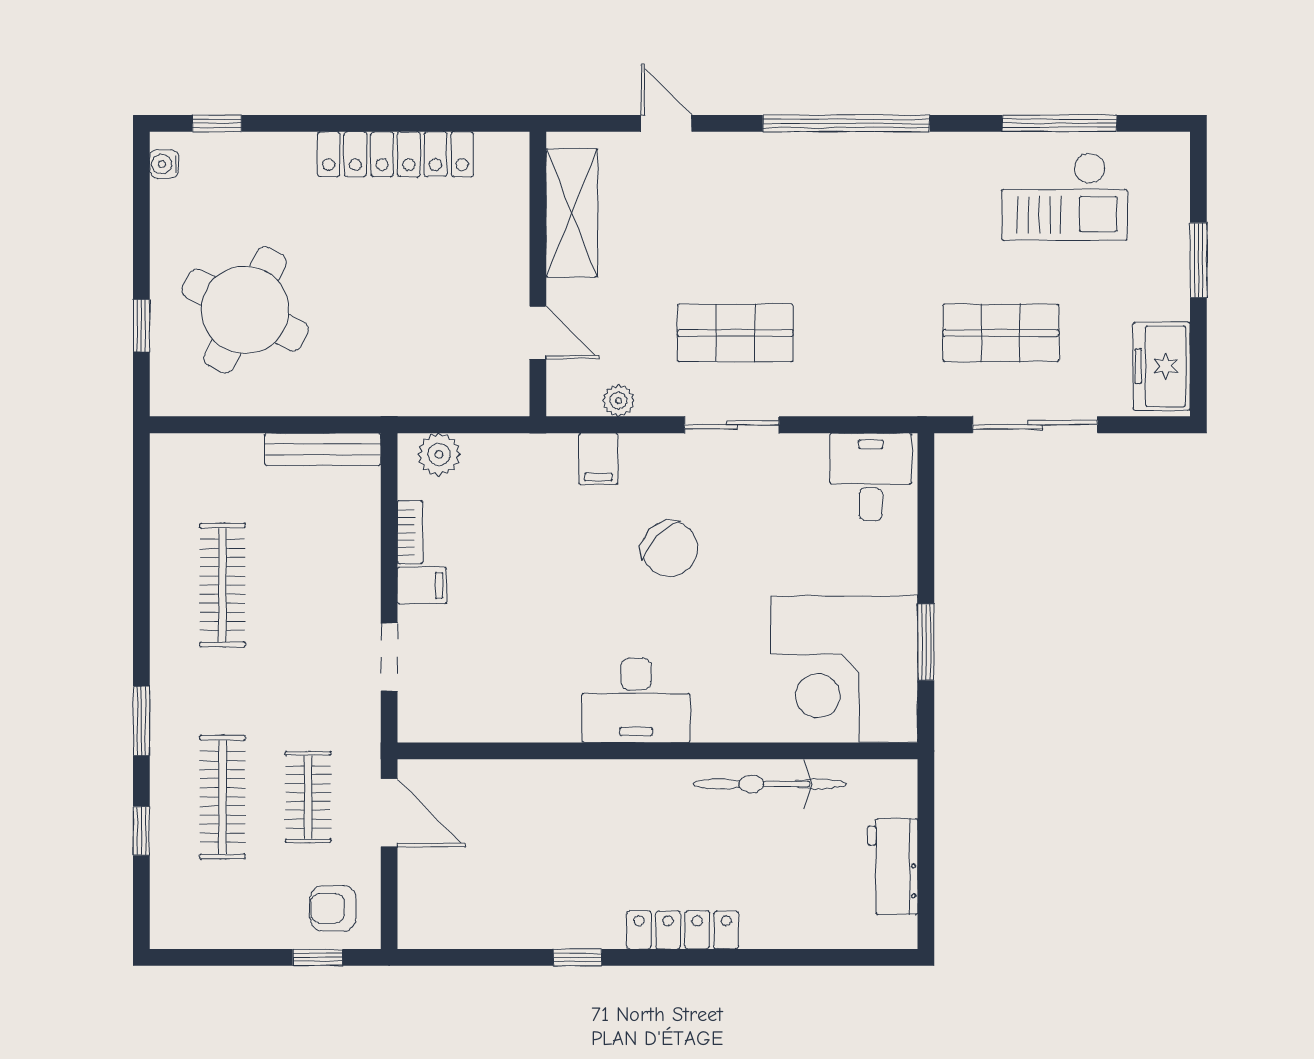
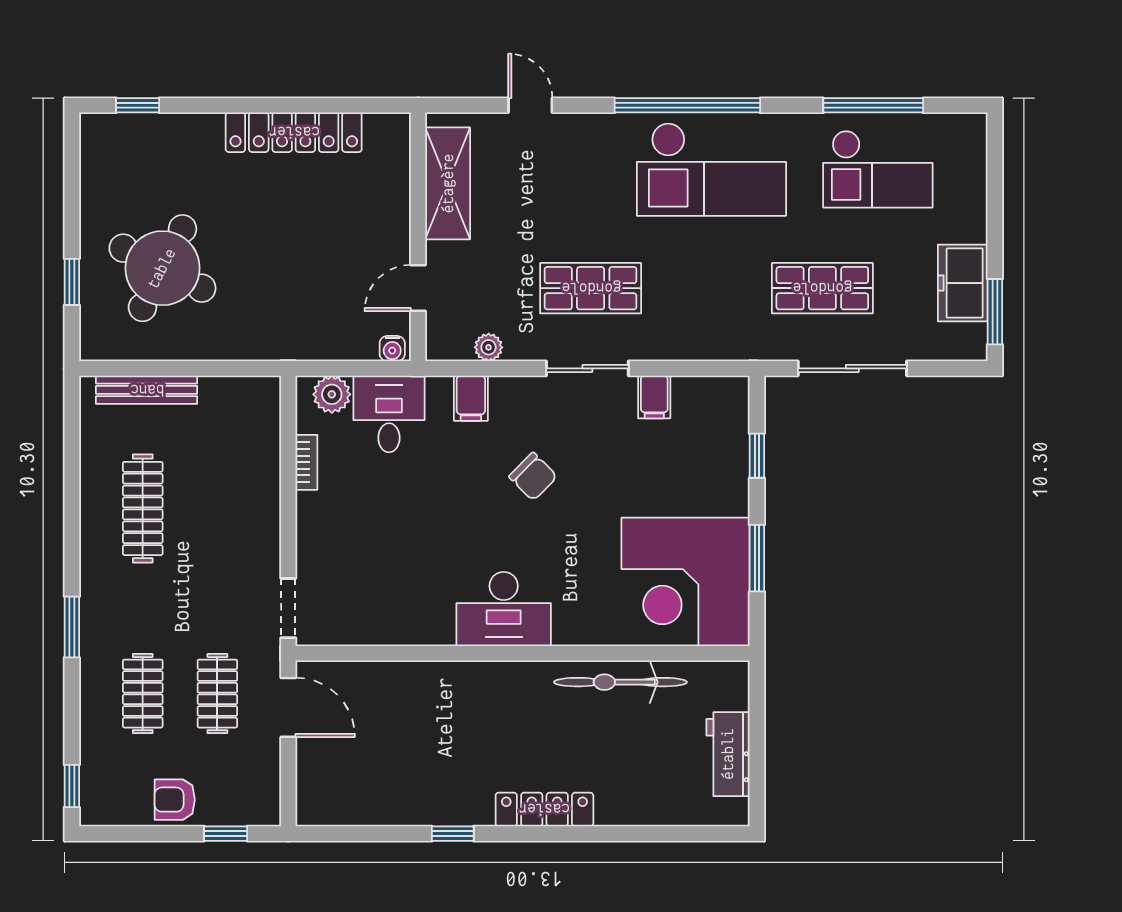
water cooler: (164, 164) -> (392, 349), moved, turned -90
checkout: (874, 197) -> (711, 169), added
window: (1198, 260) -> (995, 312), moved
door: (538, 333) -> (418, 288), swing flipped
freezer: (1162, 366) -> (963, 283), moved
bench: (323, 449) -> (147, 390), moved
desk: (871, 477) -> (389, 414), moved
window: (926, 525) -> (757, 456), added
chair: (670, 549) -> (533, 477), width x0.73, depth x0.73
filing cabinet: (422, 585) -> (654, 397), moved, turned 90
doorway: (389, 657) -> (288, 608), moved
clothes rail: (223, 797) -> (143, 694), width x0.73
window: (141, 831) -> (72, 786), moved
armchair: (333, 908) -> (175, 800), moved

